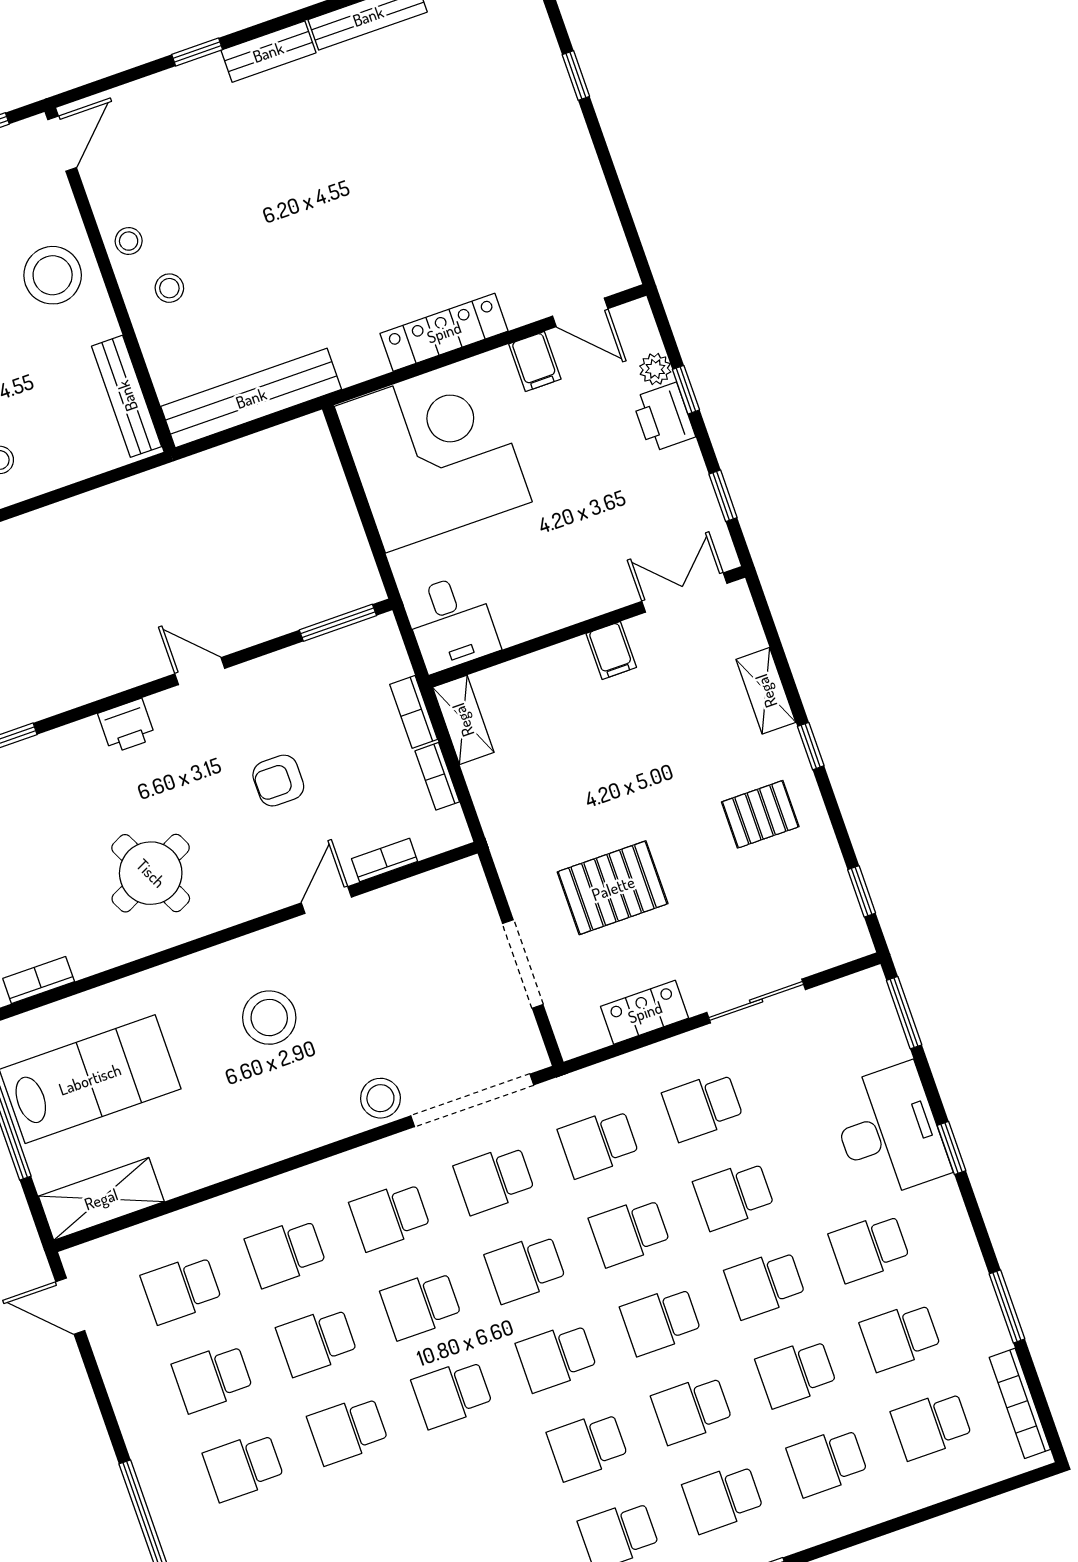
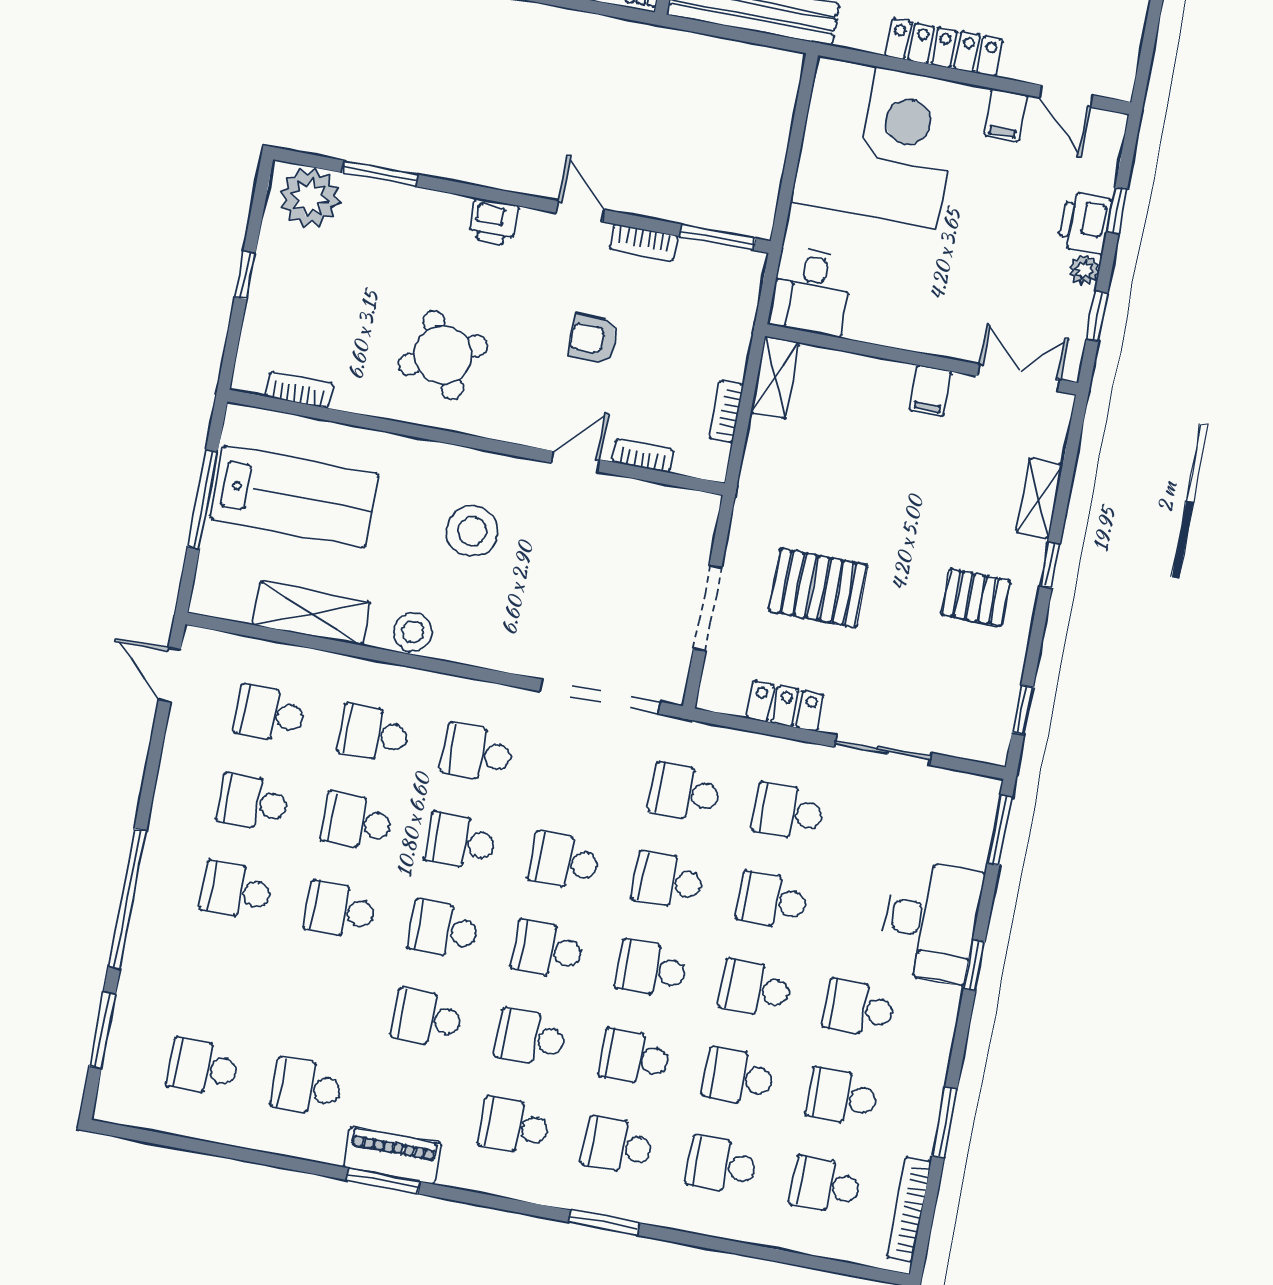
plant: (655, 369) -> (1084, 270), moved
bookcase: (414, 712) -> (644, 242), moved, turned -90
stool: (380, 1098) -> (413, 632), moved
school desk: (494, 1179) -> (427, 1018), moved
shelving: (101, 1199) -> (311, 613), moved

